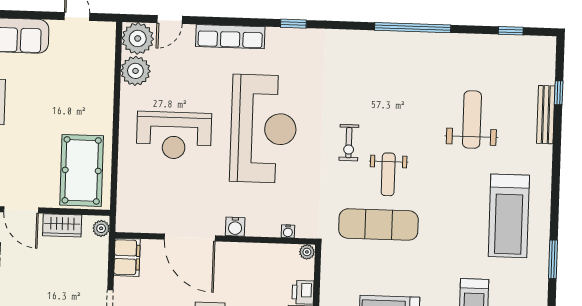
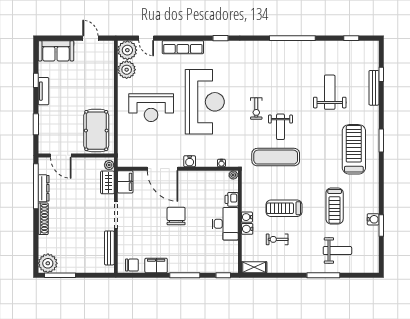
door: (170, 20) -> (146, 38), hinge flipped
treadmill: (509, 216) -> (354, 149), turned 180
wardrobe: (62, 225) -> (107, 182), moved, turned 90
window: (553, 259) -> (381, 141), moved

